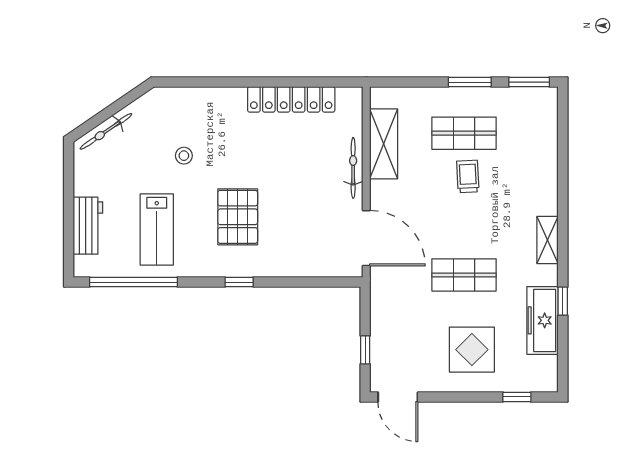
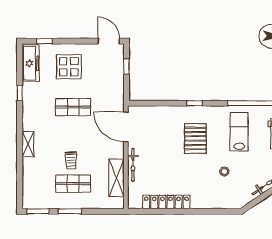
shelving: (548, 240) -> (28, 144), moved
freezer: (542, 320) -> (31, 63), moved

